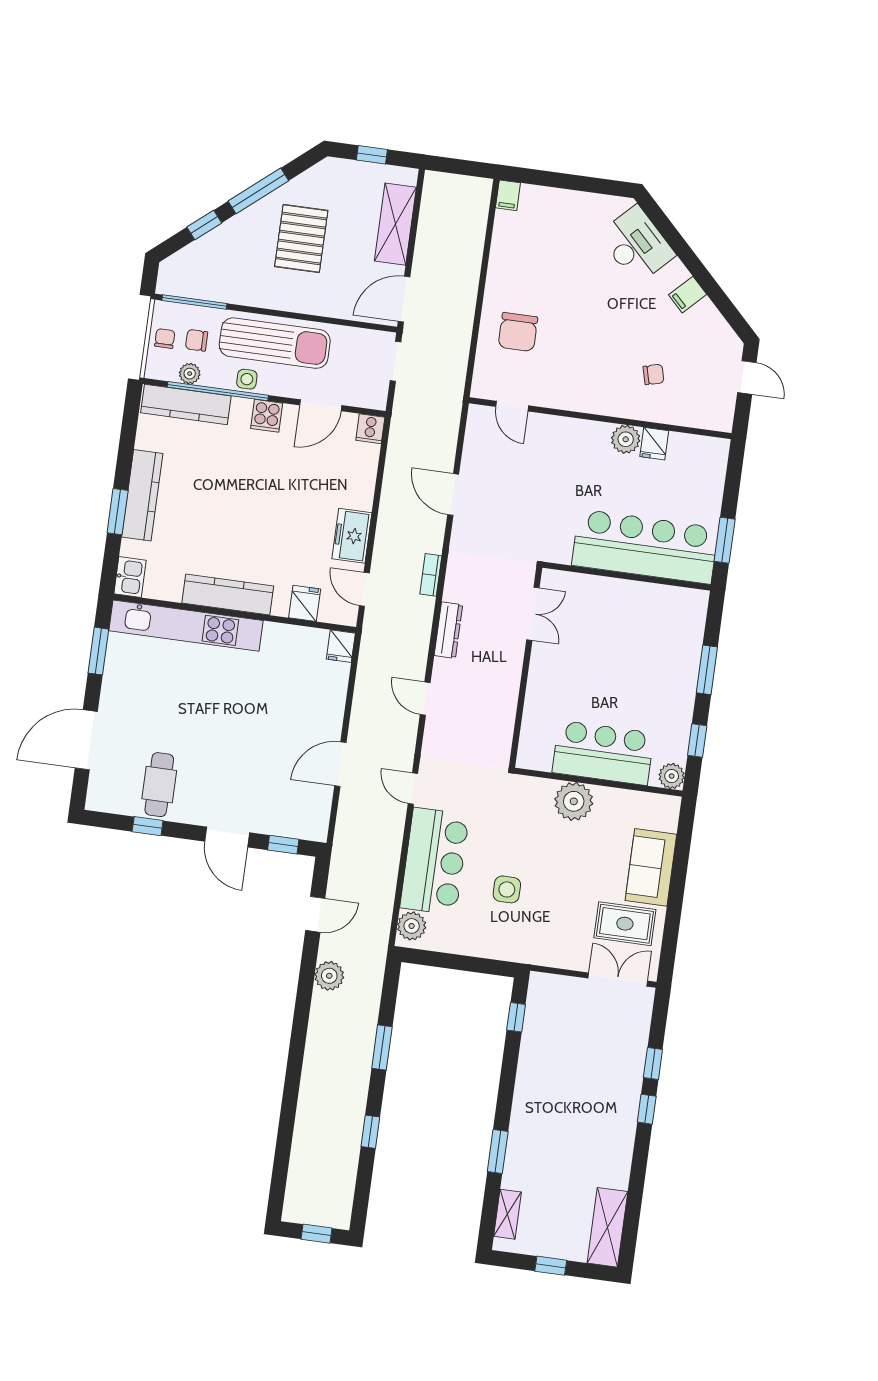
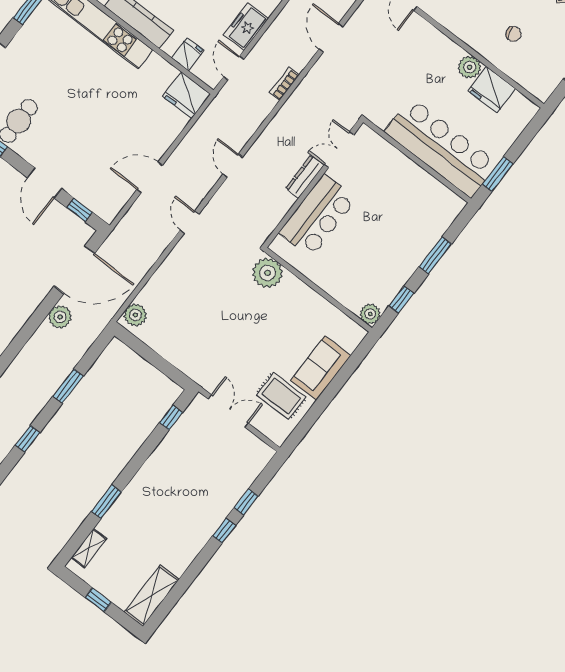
fridge: (654, 444) -> (492, 90), width x1.88, depth x1.34
double door: (533, 614) -> (339, 150), swing flipped
dresser: (448, 630) -> (305, 177), moved, turned 180
fridge: (341, 646) -> (186, 95), width x1.88, depth x1.34
bar counter: (603, 753) -> (317, 216), moved, turned 90
plant: (574, 801) -> (268, 273), moved
bar counter: (435, 861) -> (176, 280), removed
side table: (507, 889) -> (214, 327), removed
door: (315, 914) -> (74, 270), width x1.88
double door: (618, 980) -> (228, 411), moved

